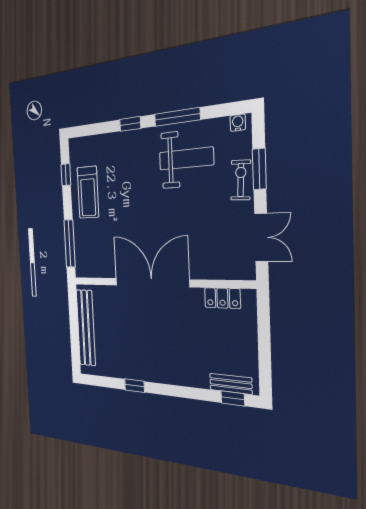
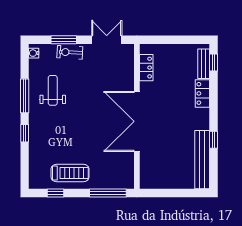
weight bench: (186, 159) -> (53, 90), width x0.73, depth x0.75
bench: (86, 328) -> (202, 160), moved, turned 90
locker: (190, 377) -> (202, 93), added

